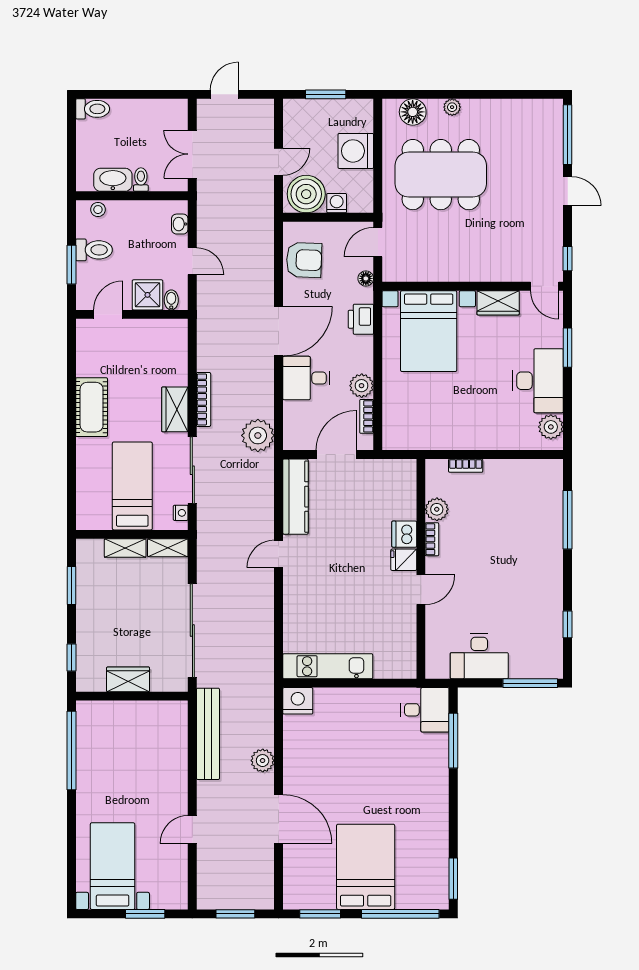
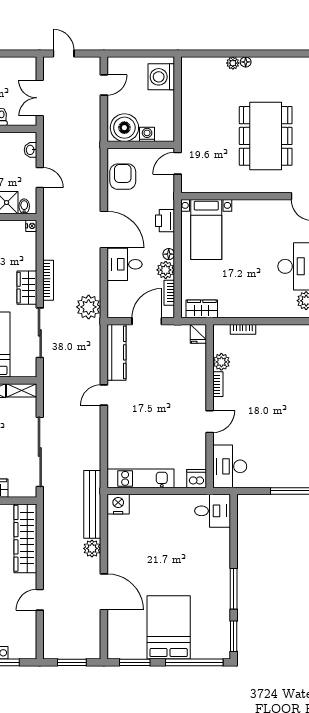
door: (224, 94) -> (64, 54), hinge flipped
window: (326, 94) -> (139, 54), removed
floor lamp: (413, 112) -> (246, 62), moved, width x0.53, depth x0.53
washing machine: (356, 151) -> (161, 77), moved
door: (279, 162) -> (104, 85), moved
dining table: (441, 175) -> (266, 136), moved, turned 90
armchair: (304, 260) -> (123, 177), turned -92
floor lamp: (366, 278) -> (169, 254), moved
wardrobe: (498, 303) -> (202, 309), moved, turned 180
door: (279, 331) -> (104, 230), hinge flipped
bed with nightstands: (429, 331) -> (206, 229), width x0.73
nightstand: (181, 513) -> (31, 226), moved
dishwasher: (404, 534) -> (197, 479), moved, turned 90
fridge: (404, 560) -> (198, 334), moved, turned -90
desk: (479, 656) -> (230, 466), moved, turned 90
bench: (208, 734) -> (92, 504), moved
window: (453, 741) -> (234, 589), moved
wardrobe: (173, 747) -> (25, 538), added

